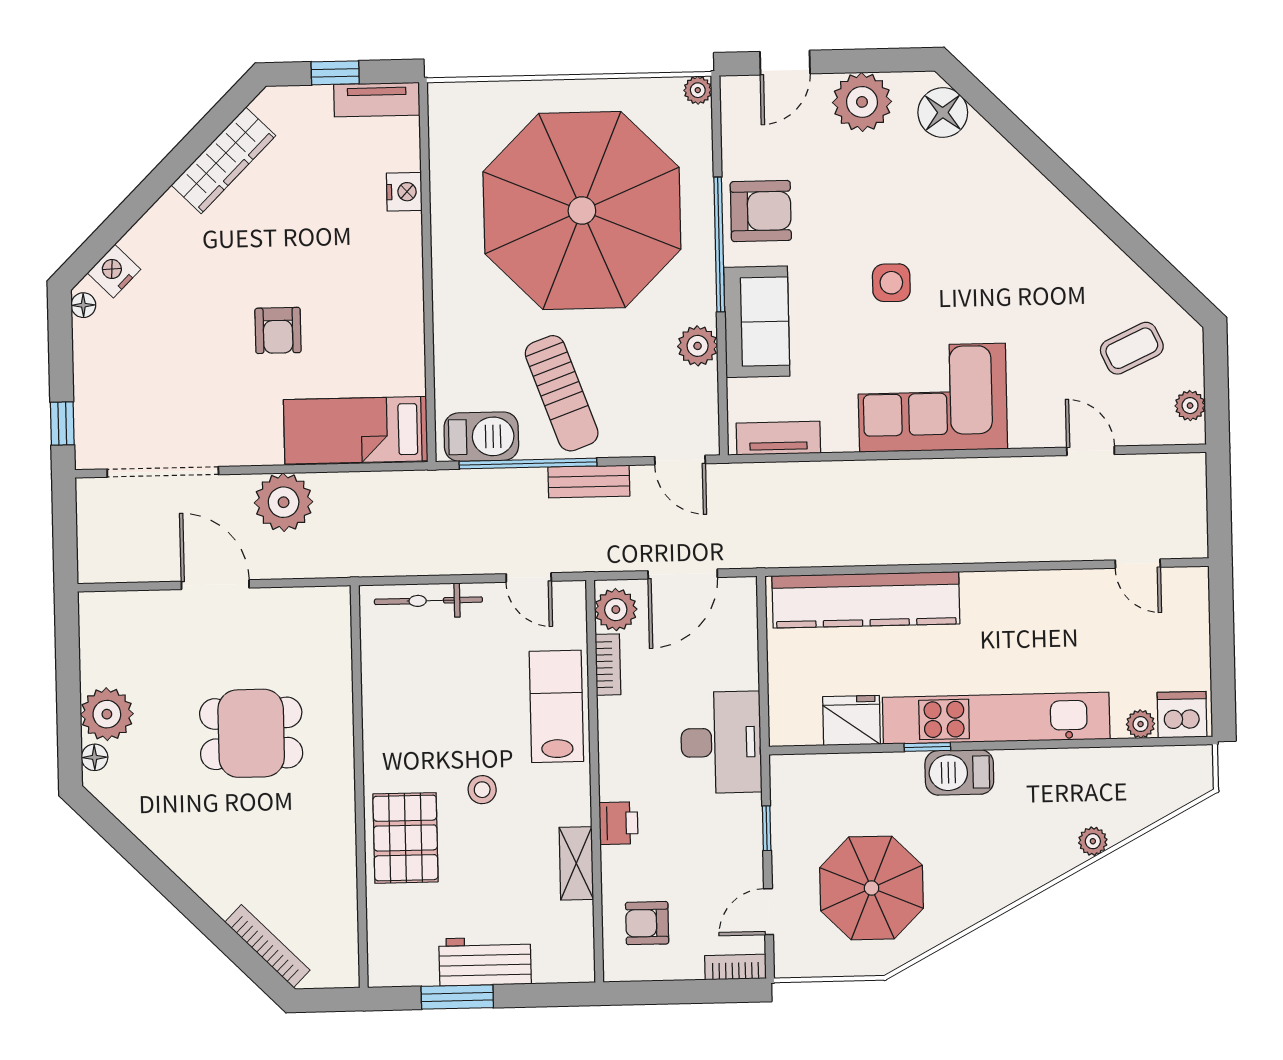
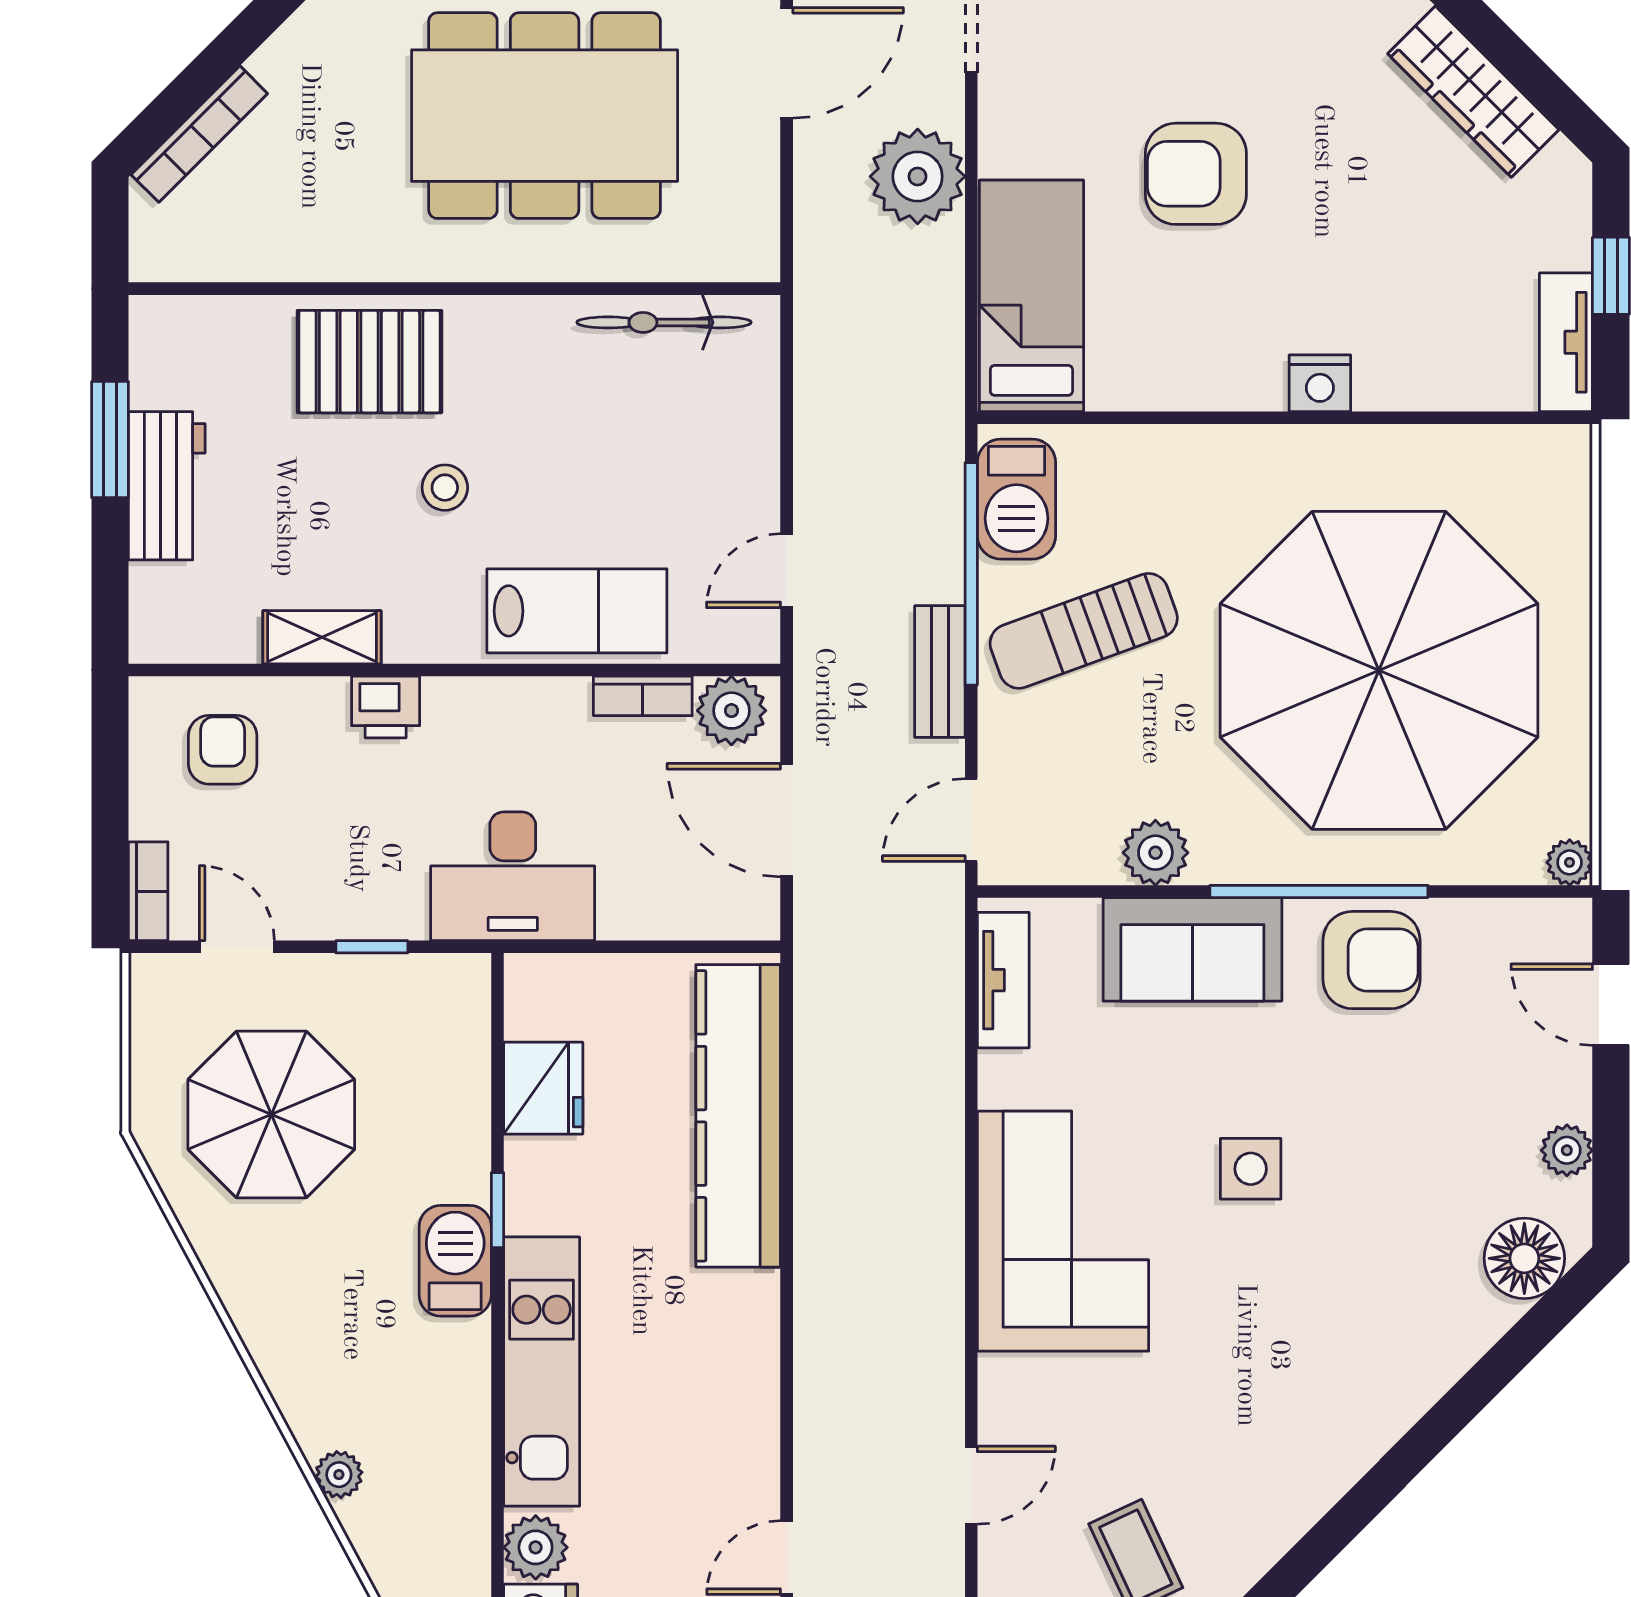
plant: (862, 102) -> (1567, 1150), width x0.53, depth x0.53
nightstand: (404, 192) -> (1320, 383), moved
armchair: (761, 211) -> (1372, 960), turned -90
armchair: (278, 330) -> (1196, 174), width x1.38, depth x1.38
bicycle: (428, 601) -> (664, 322), moved, turned -90
kitchen unit: (996, 718) -> (542, 1372), width x0.73
plant: (1141, 724) -> (536, 1547), width x1.38, depth x1.38
dining table: (251, 733) -> (545, 116), width x1.88, depth x1.24

